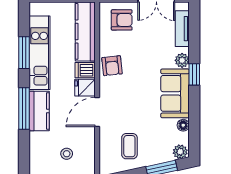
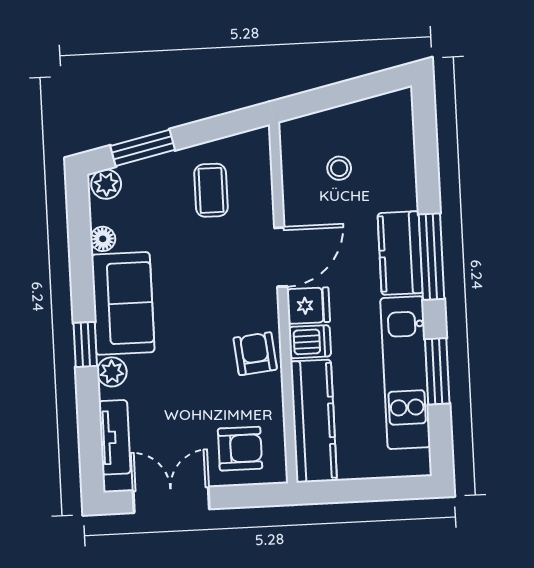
armchair: (122, 20) -> (240, 449), turned 180

